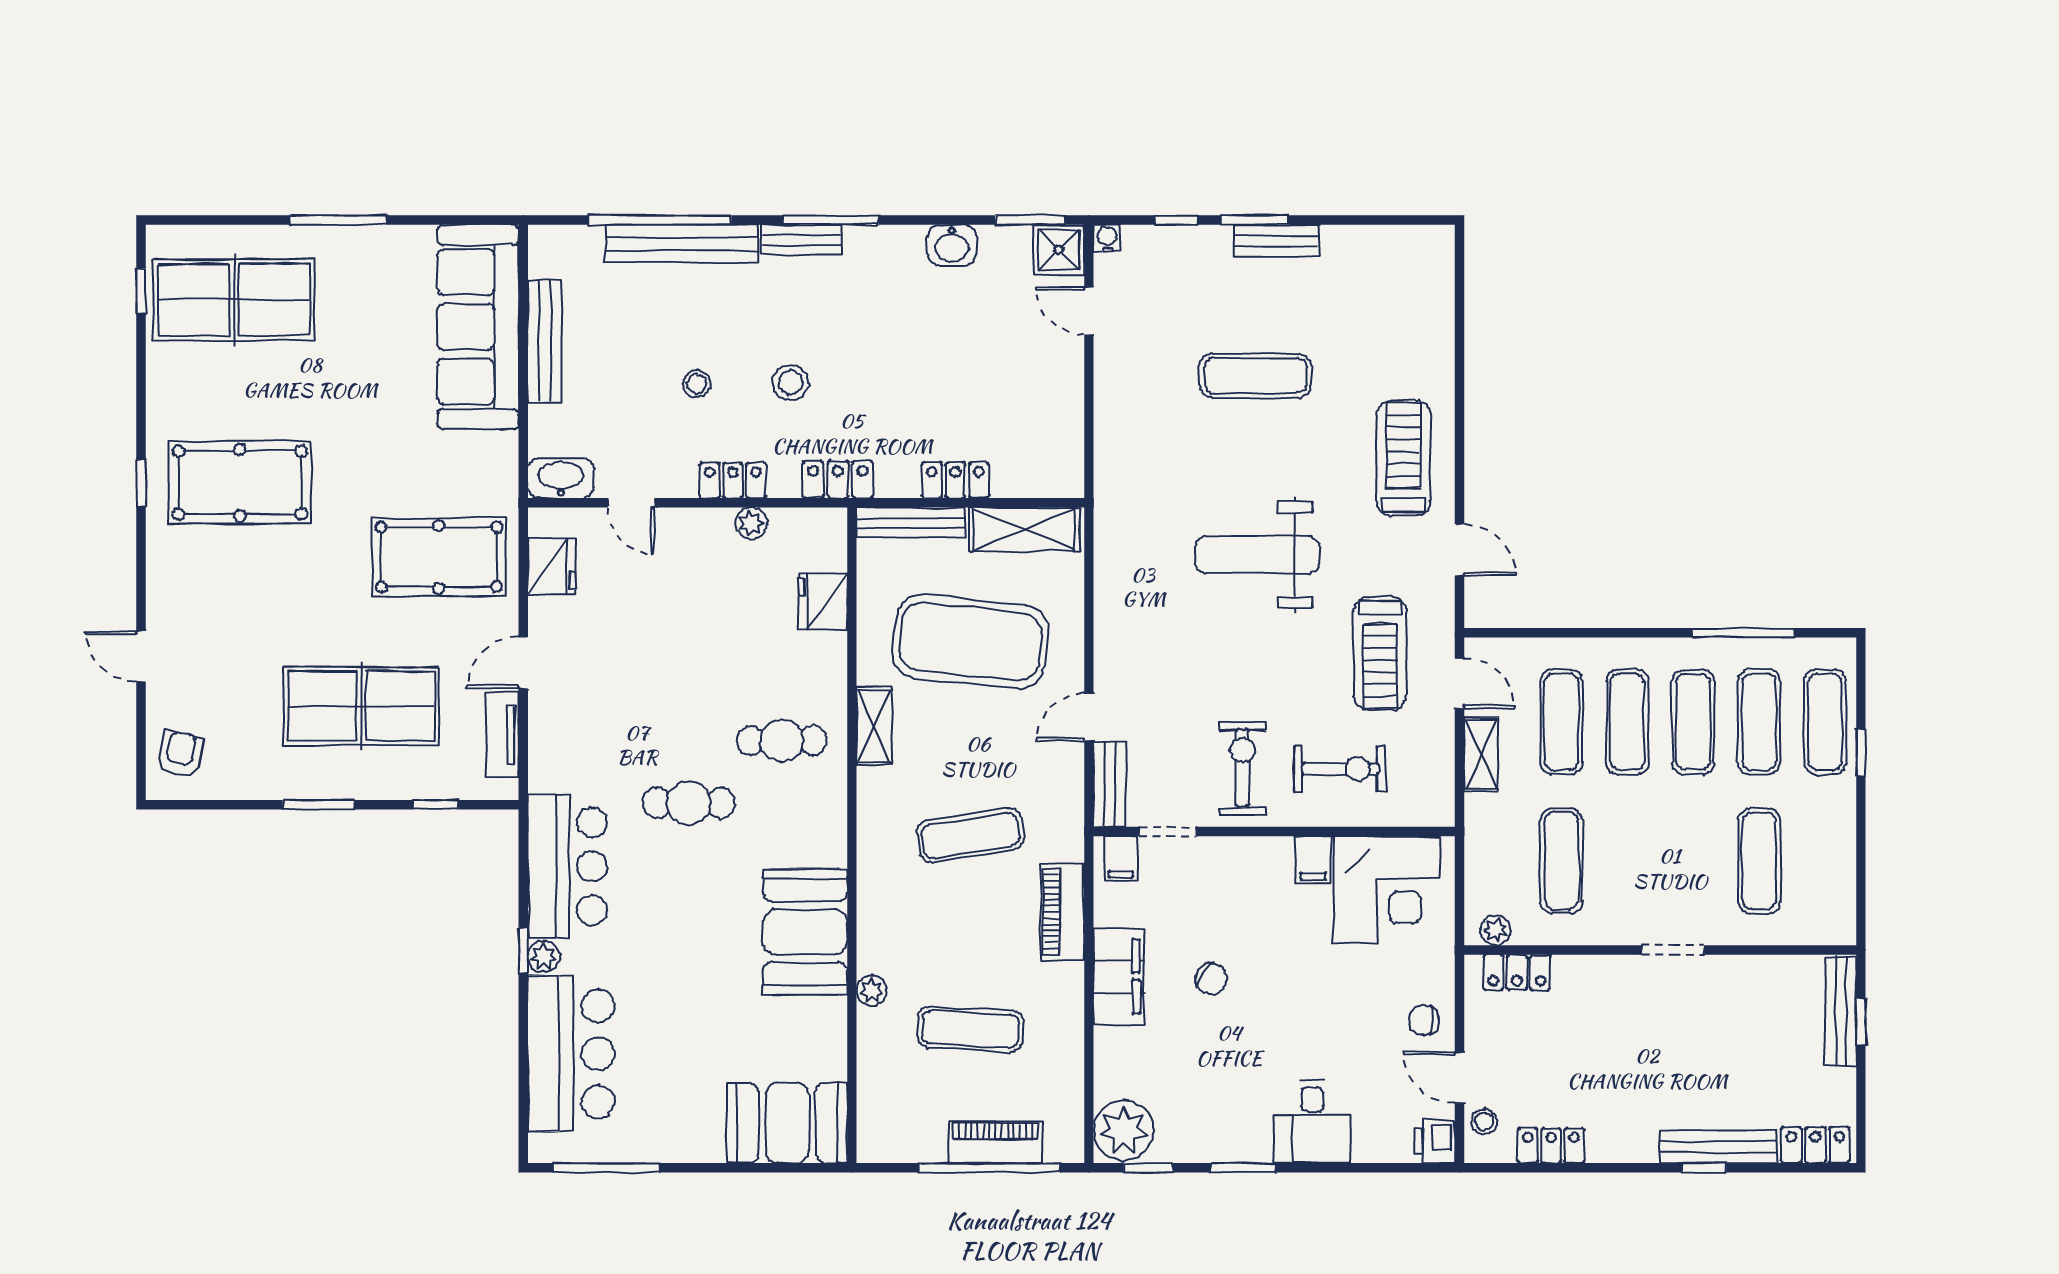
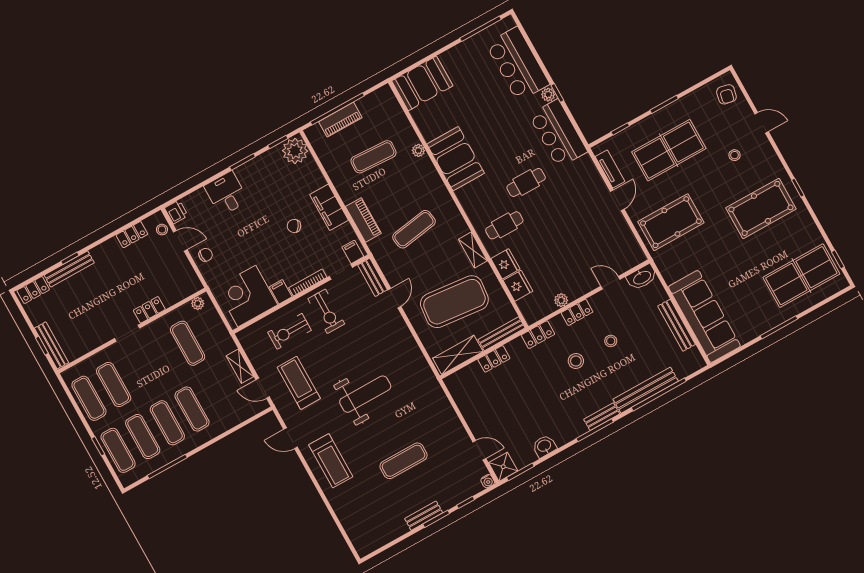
fridge: (552, 566) -> (505, 264), moved, turned 180
stool: (233, 621) -> (734, 155), added
exercise mat: (1561, 722) -> (89, 398), moved
bookcase: (1247, 848) -> (308, 283), added
locker: (1517, 972) -> (149, 310), moved

